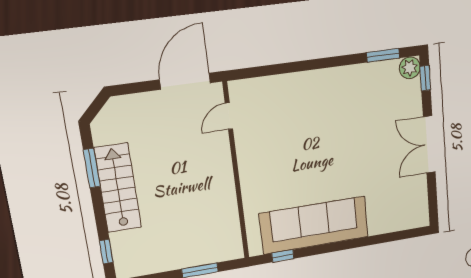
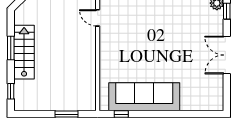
door: (229, 116) -> (98, 18), hinge flipped
window: (92, 168) -> (11, 48), moved

